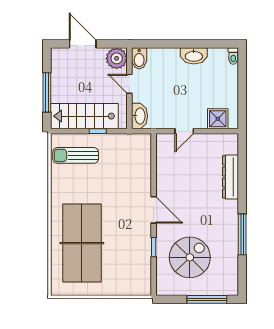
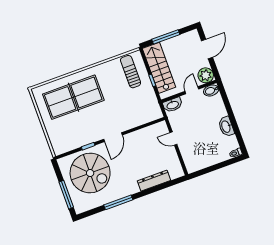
shower: (218, 119) -> (190, 158), removed
spiral stairs: (190, 257) -> (90, 173), width x1.37, depth x1.37

